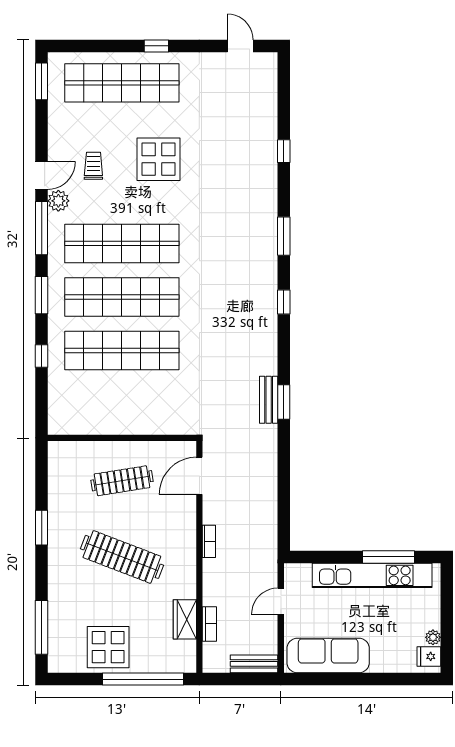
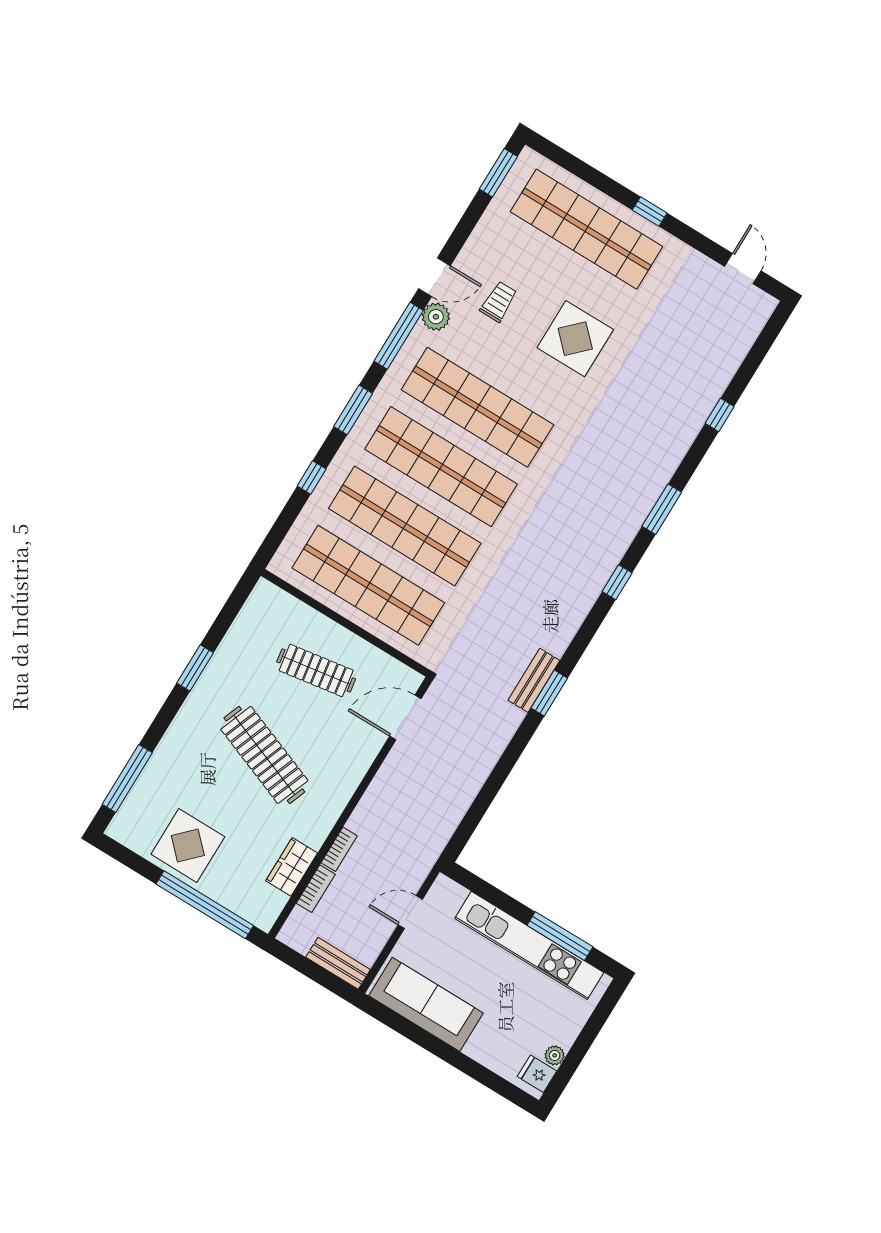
shop shelf: (122, 404) -> (368, 585), added
bookcase: (209, 541) -> (339, 849), moved

